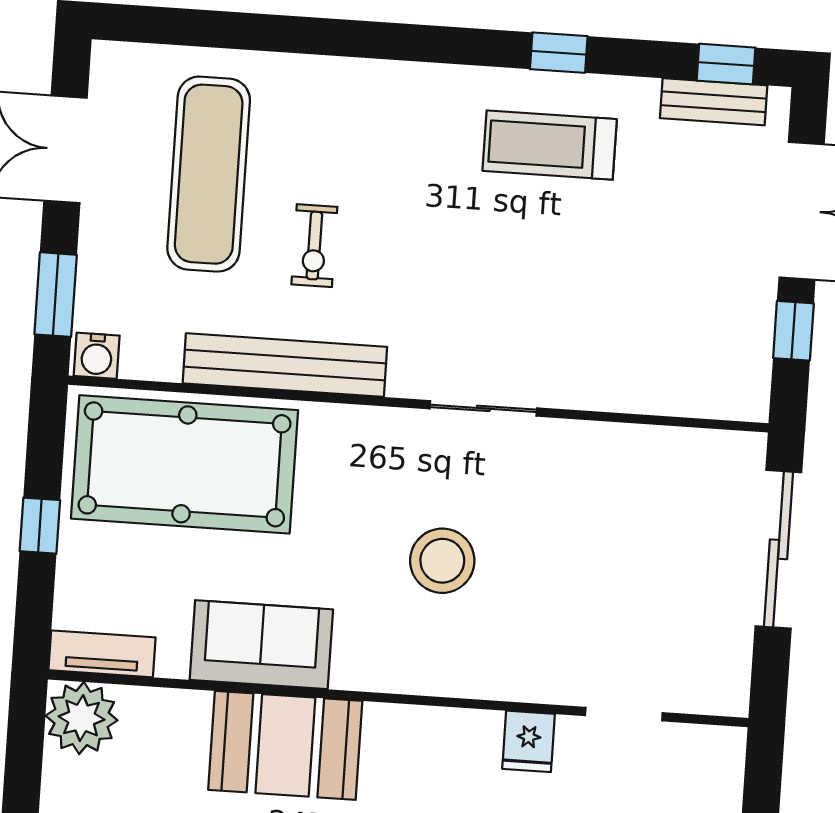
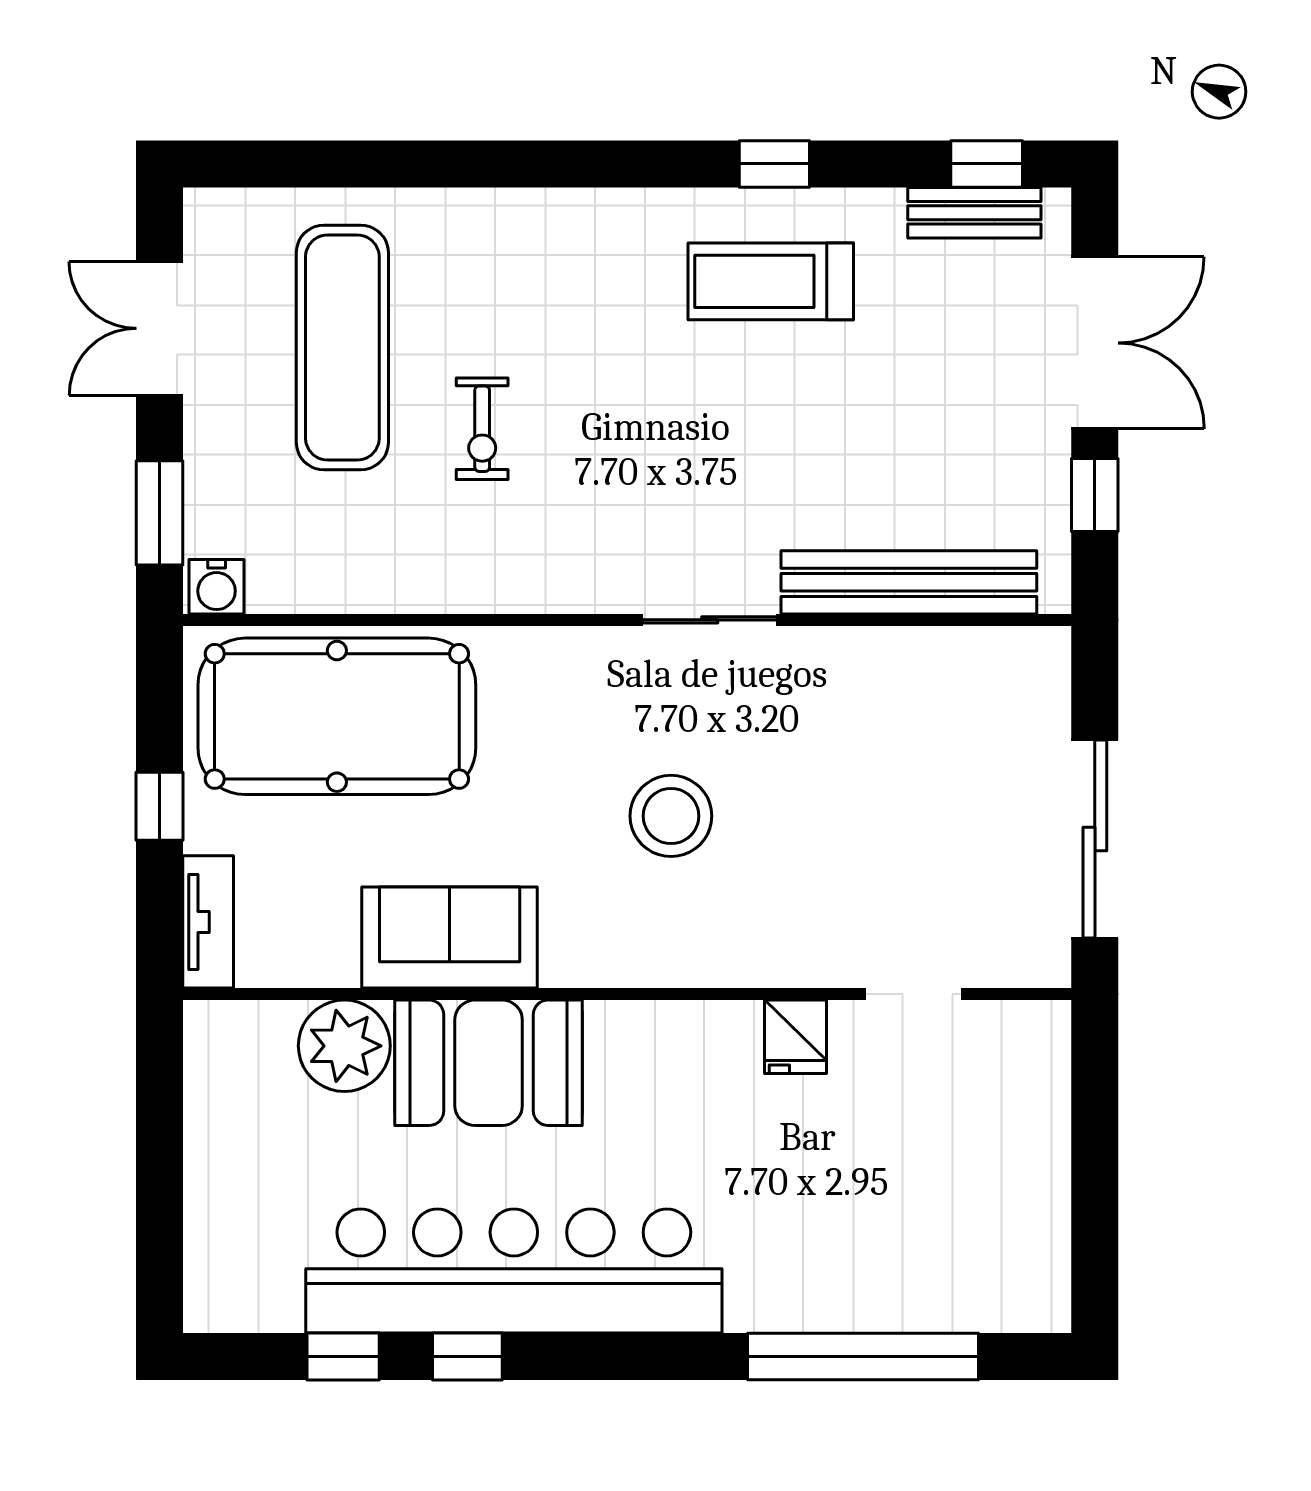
bench: (285, 365) -> (909, 582), moved
sliding door: (778, 549) -> (1095, 839), moved
tv unit: (102, 654) -> (208, 922), moved, turned 90
plant: (82, 718) -> (344, 1046), moved

